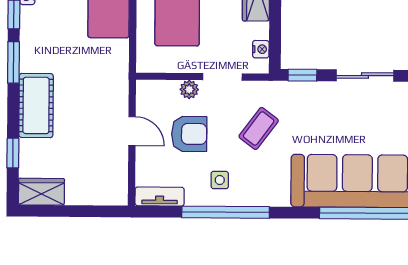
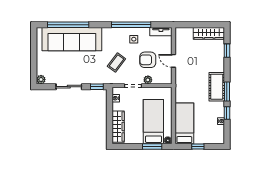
cot: (36, 105) -> (217, 87), moved
wardrobe: (41, 192) -> (209, 33), width x1.50

